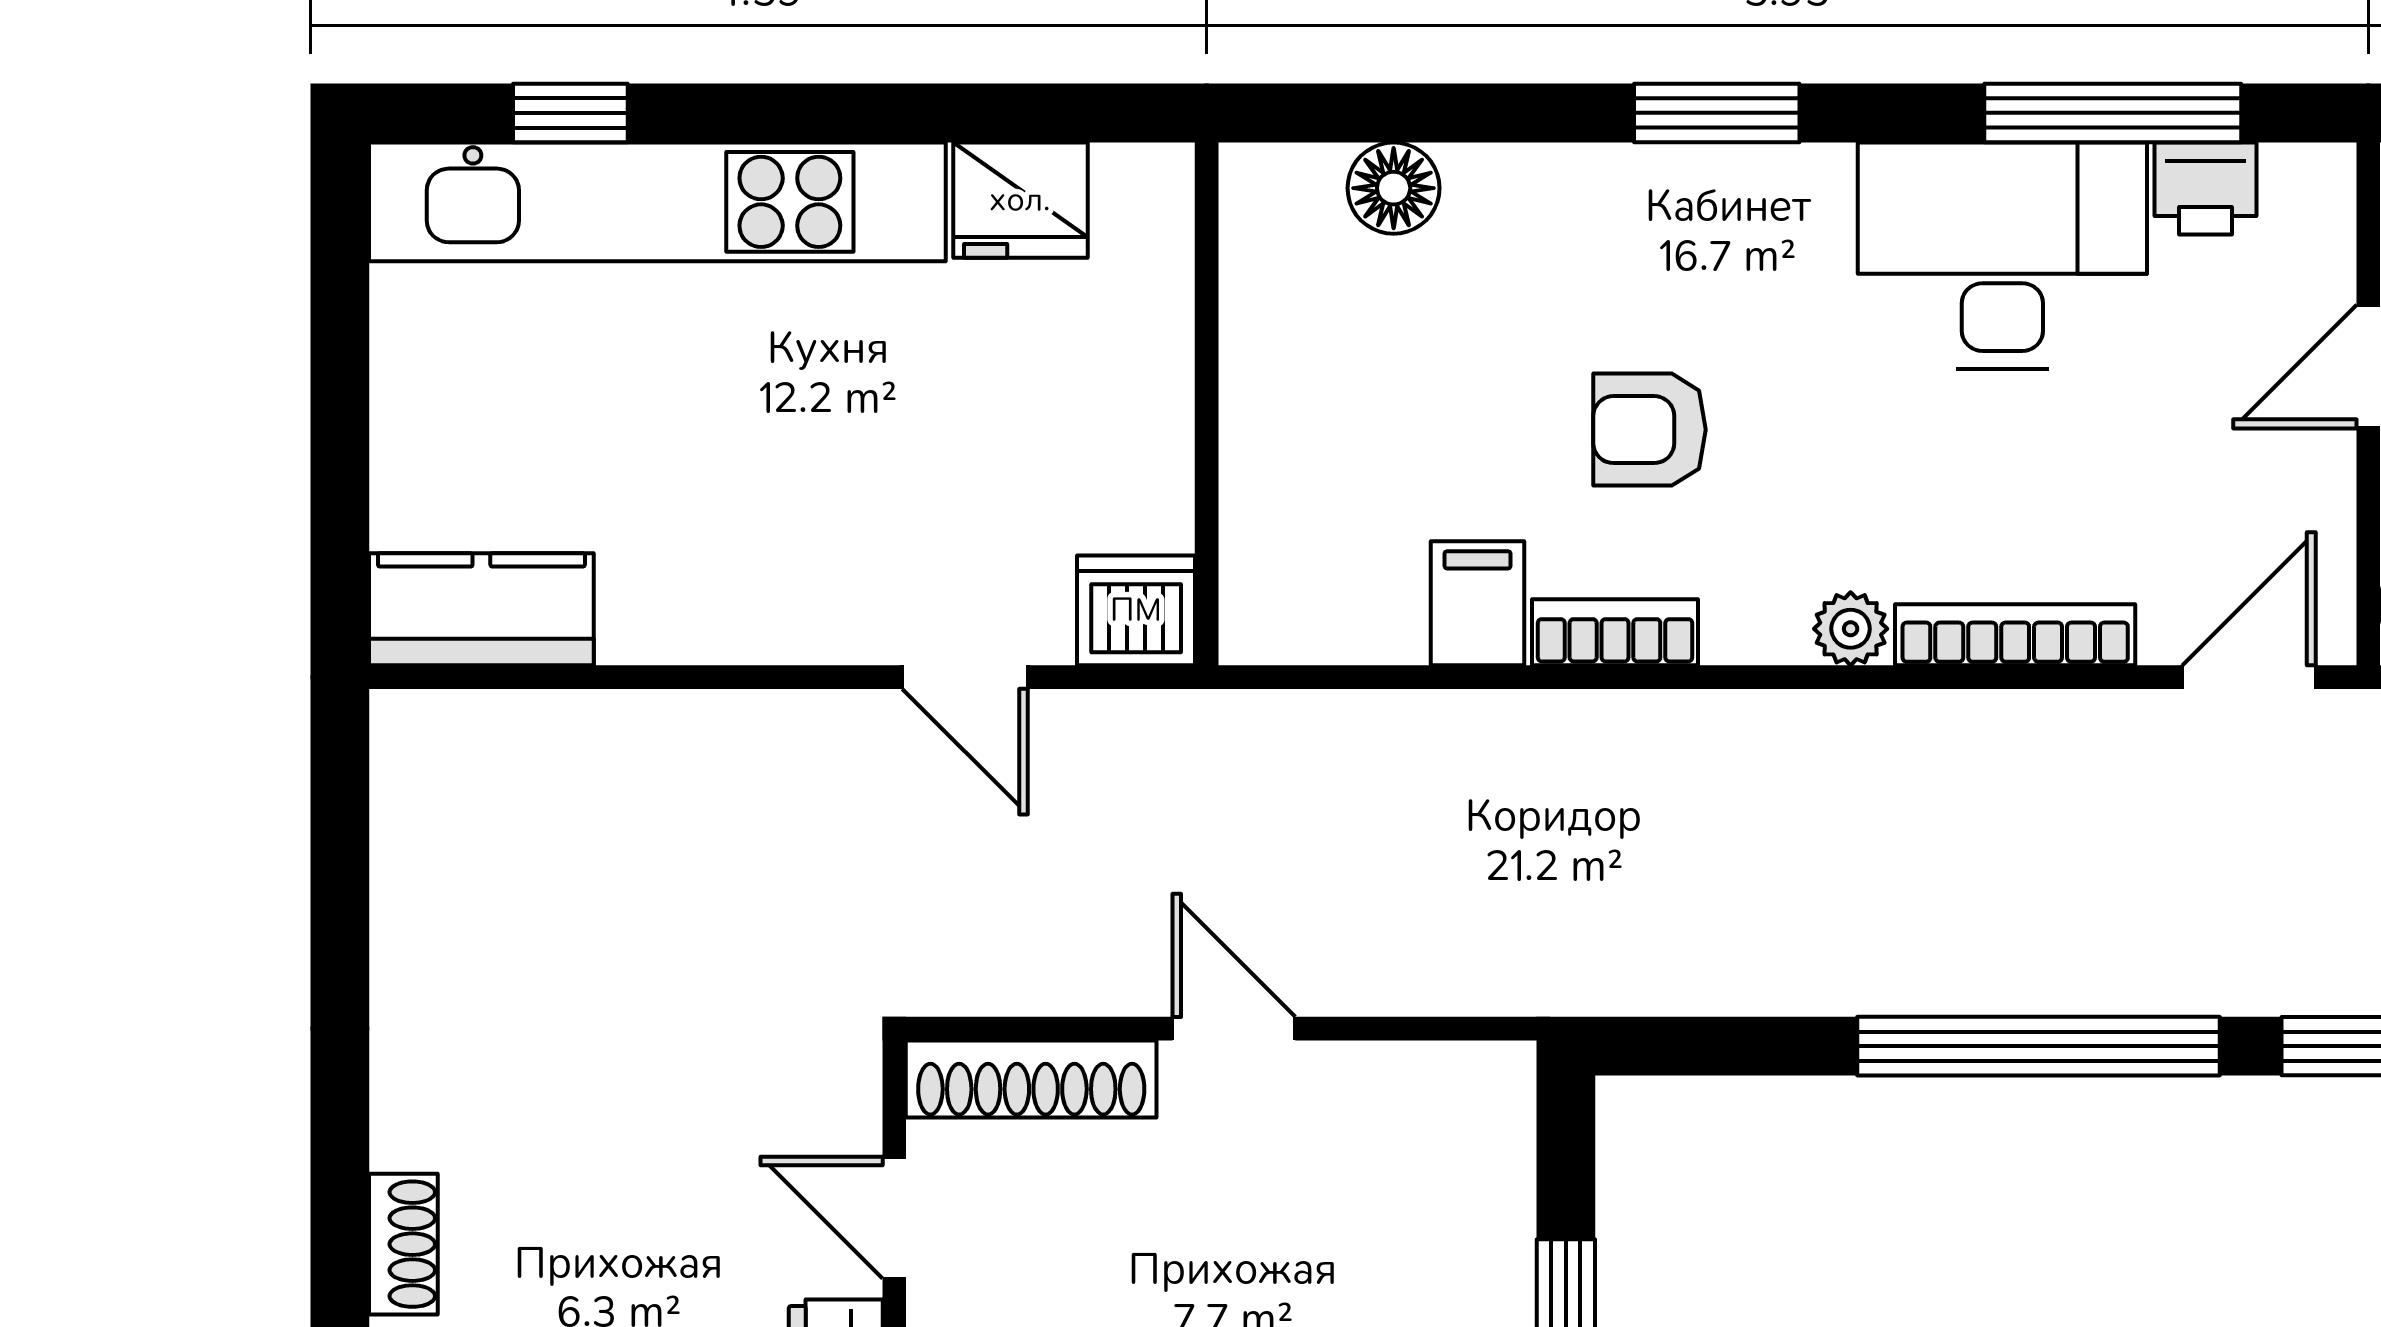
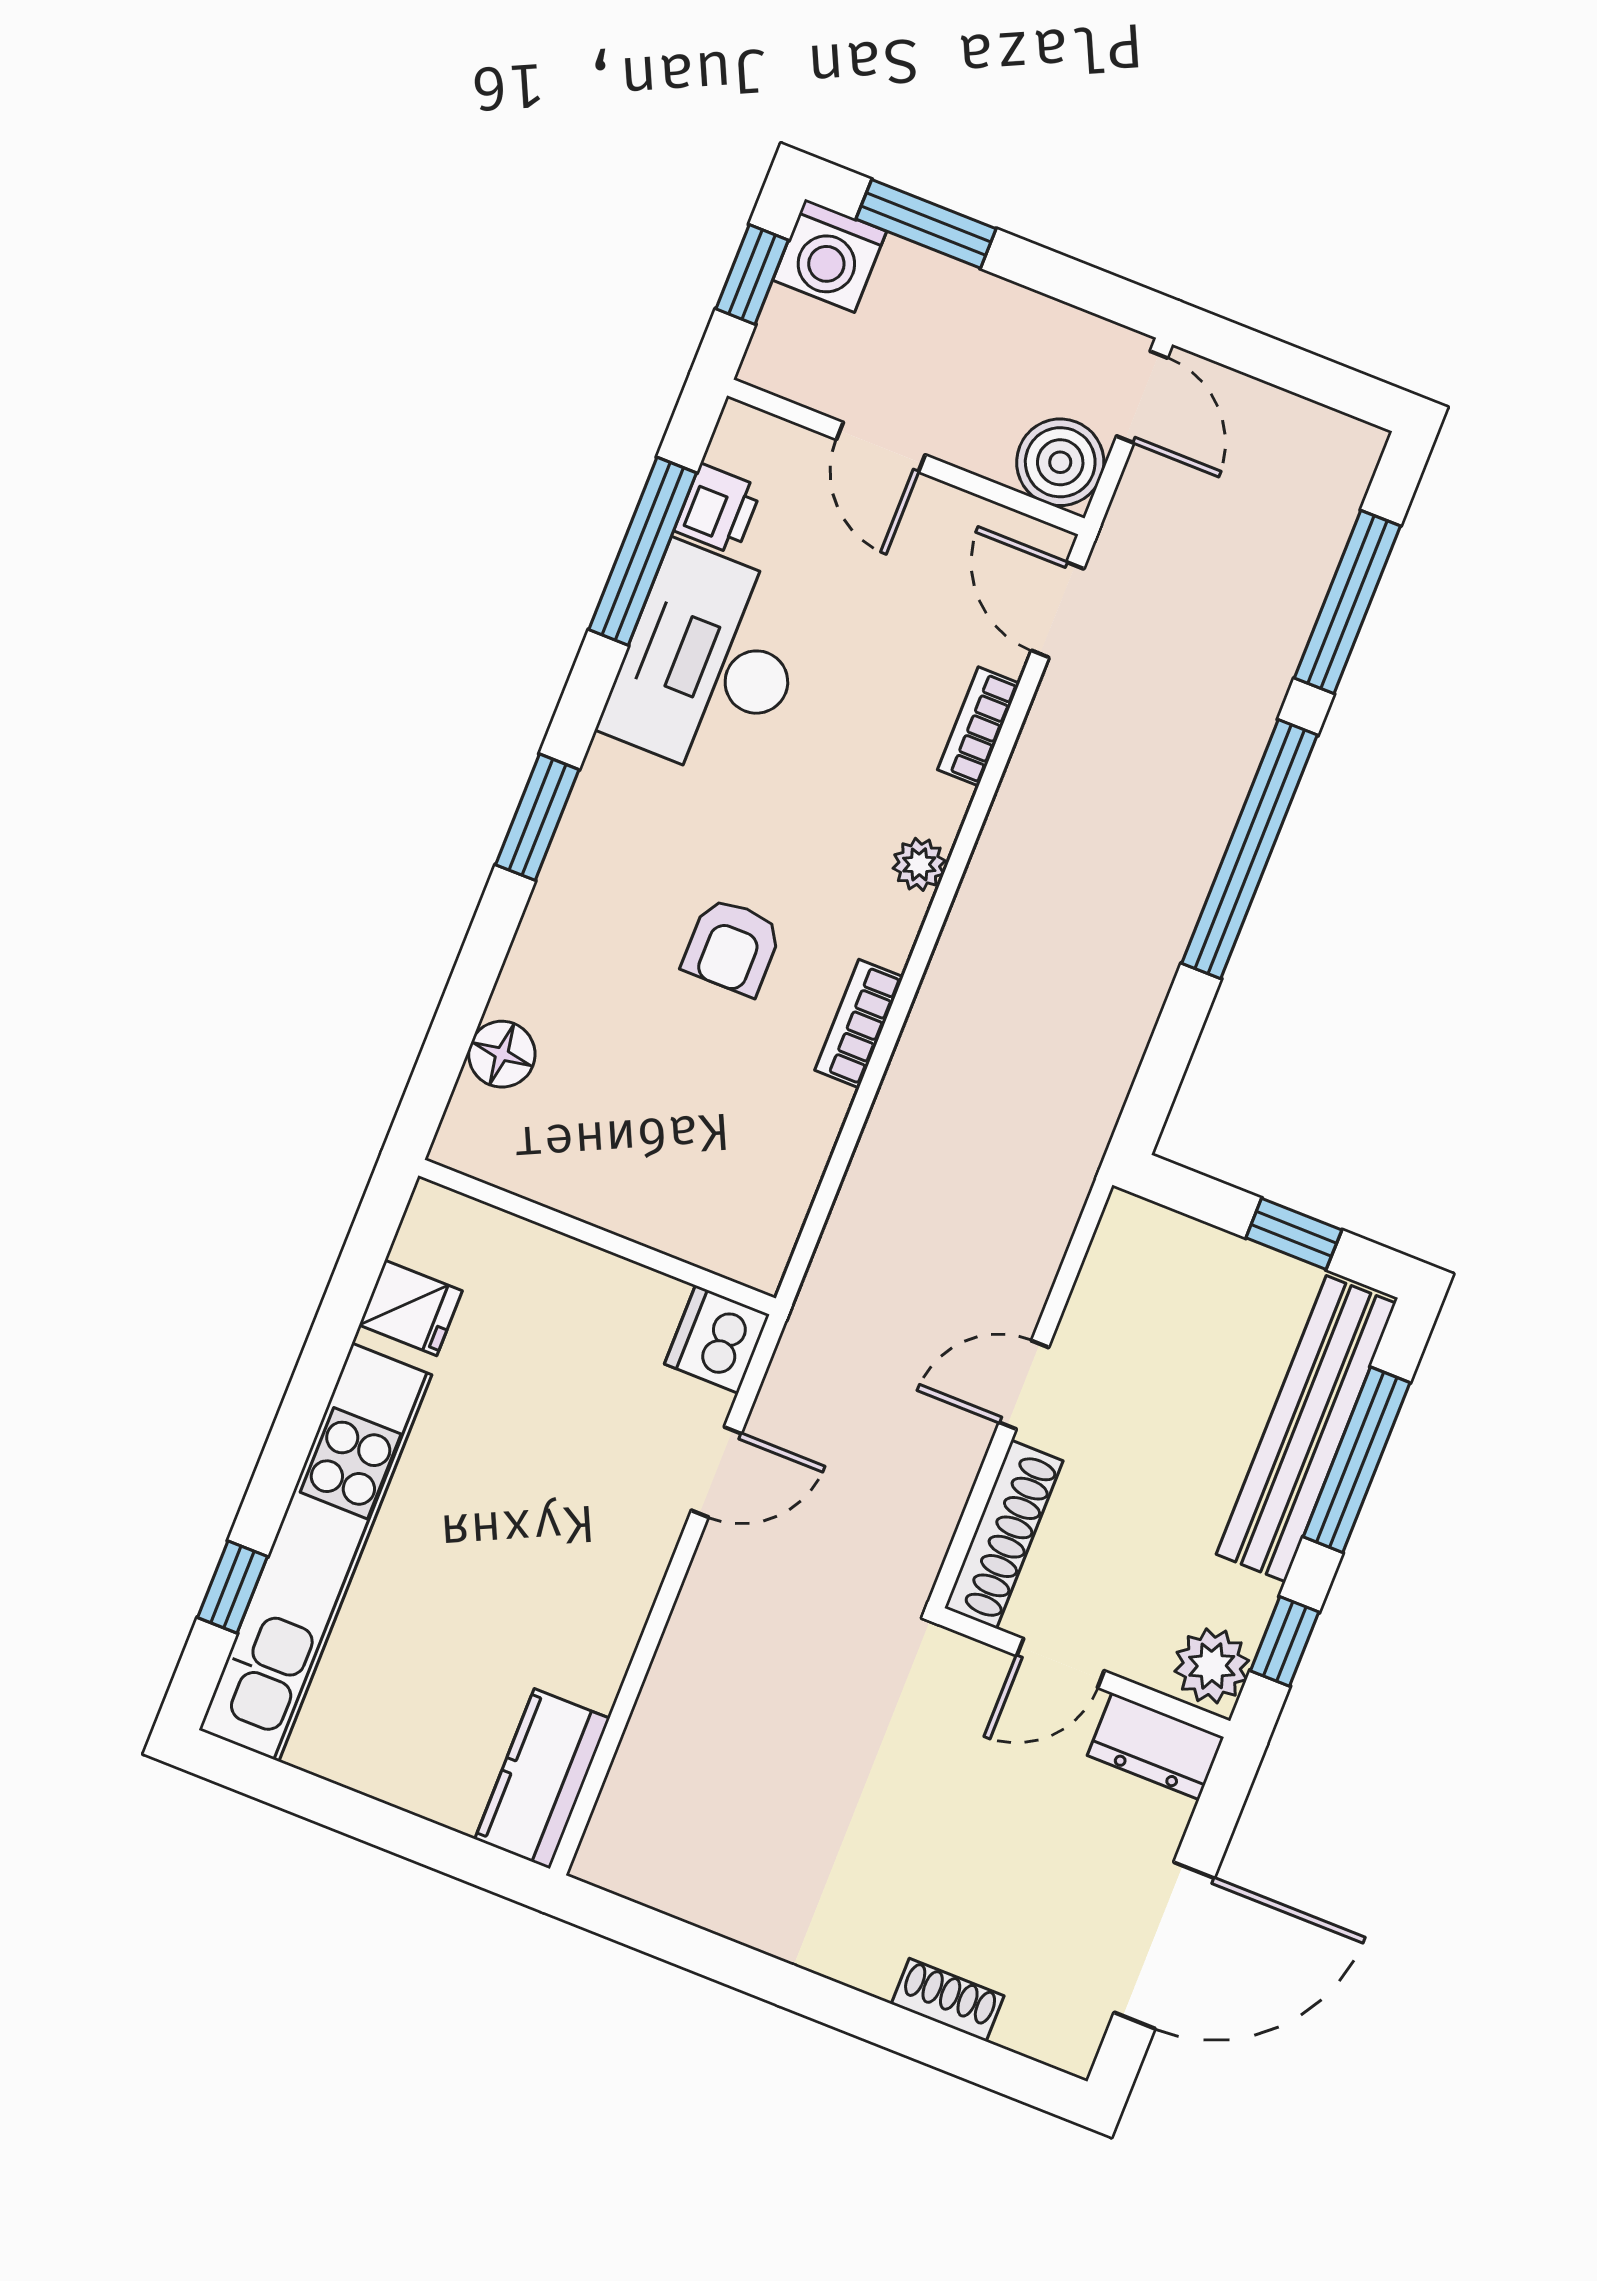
fridge: (1020, 200) -> (411, 1308), width x0.72
filing cabinet: (1478, 603) -> (803, 1108), removed
bookcase: (2015, 635) -> (979, 726), width x0.64

